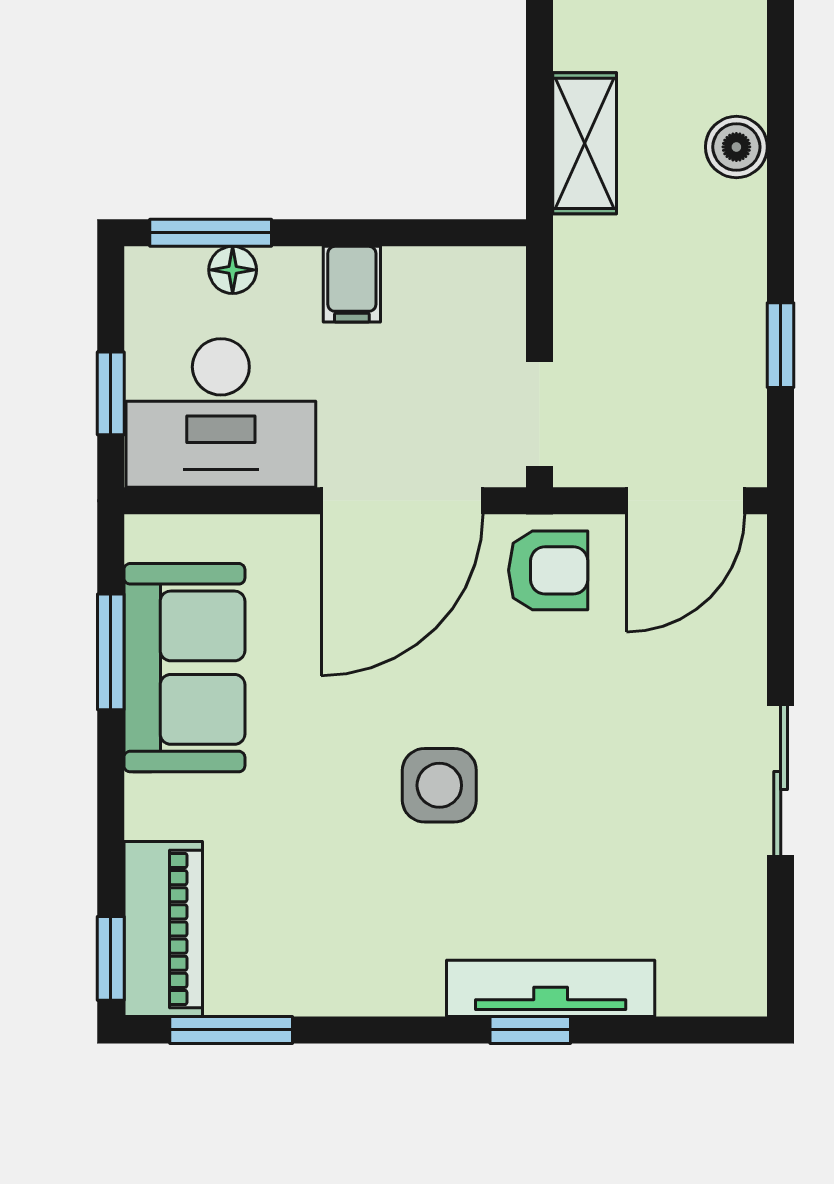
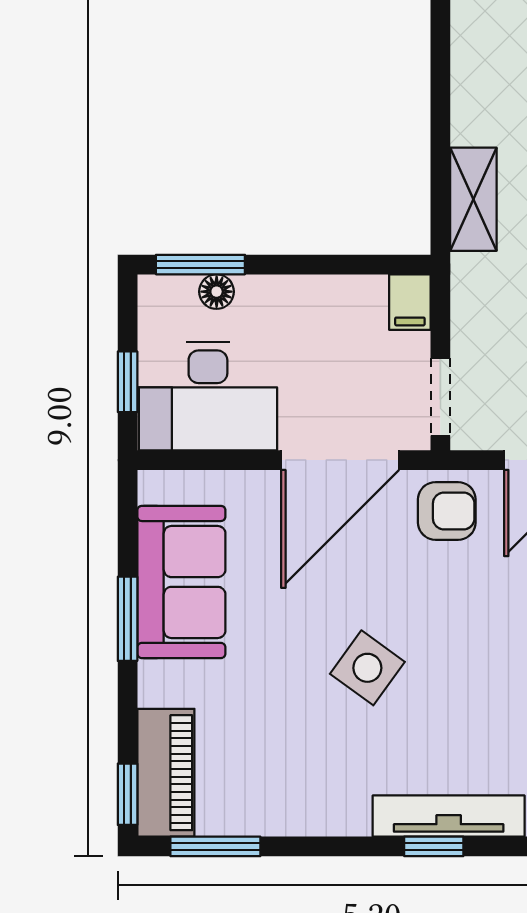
filing cabinet: (352, 284) -> (410, 302), moved
window: (111, 652) -> (128, 619), moved
side table: (439, 785) -> (367, 668), turned 36

